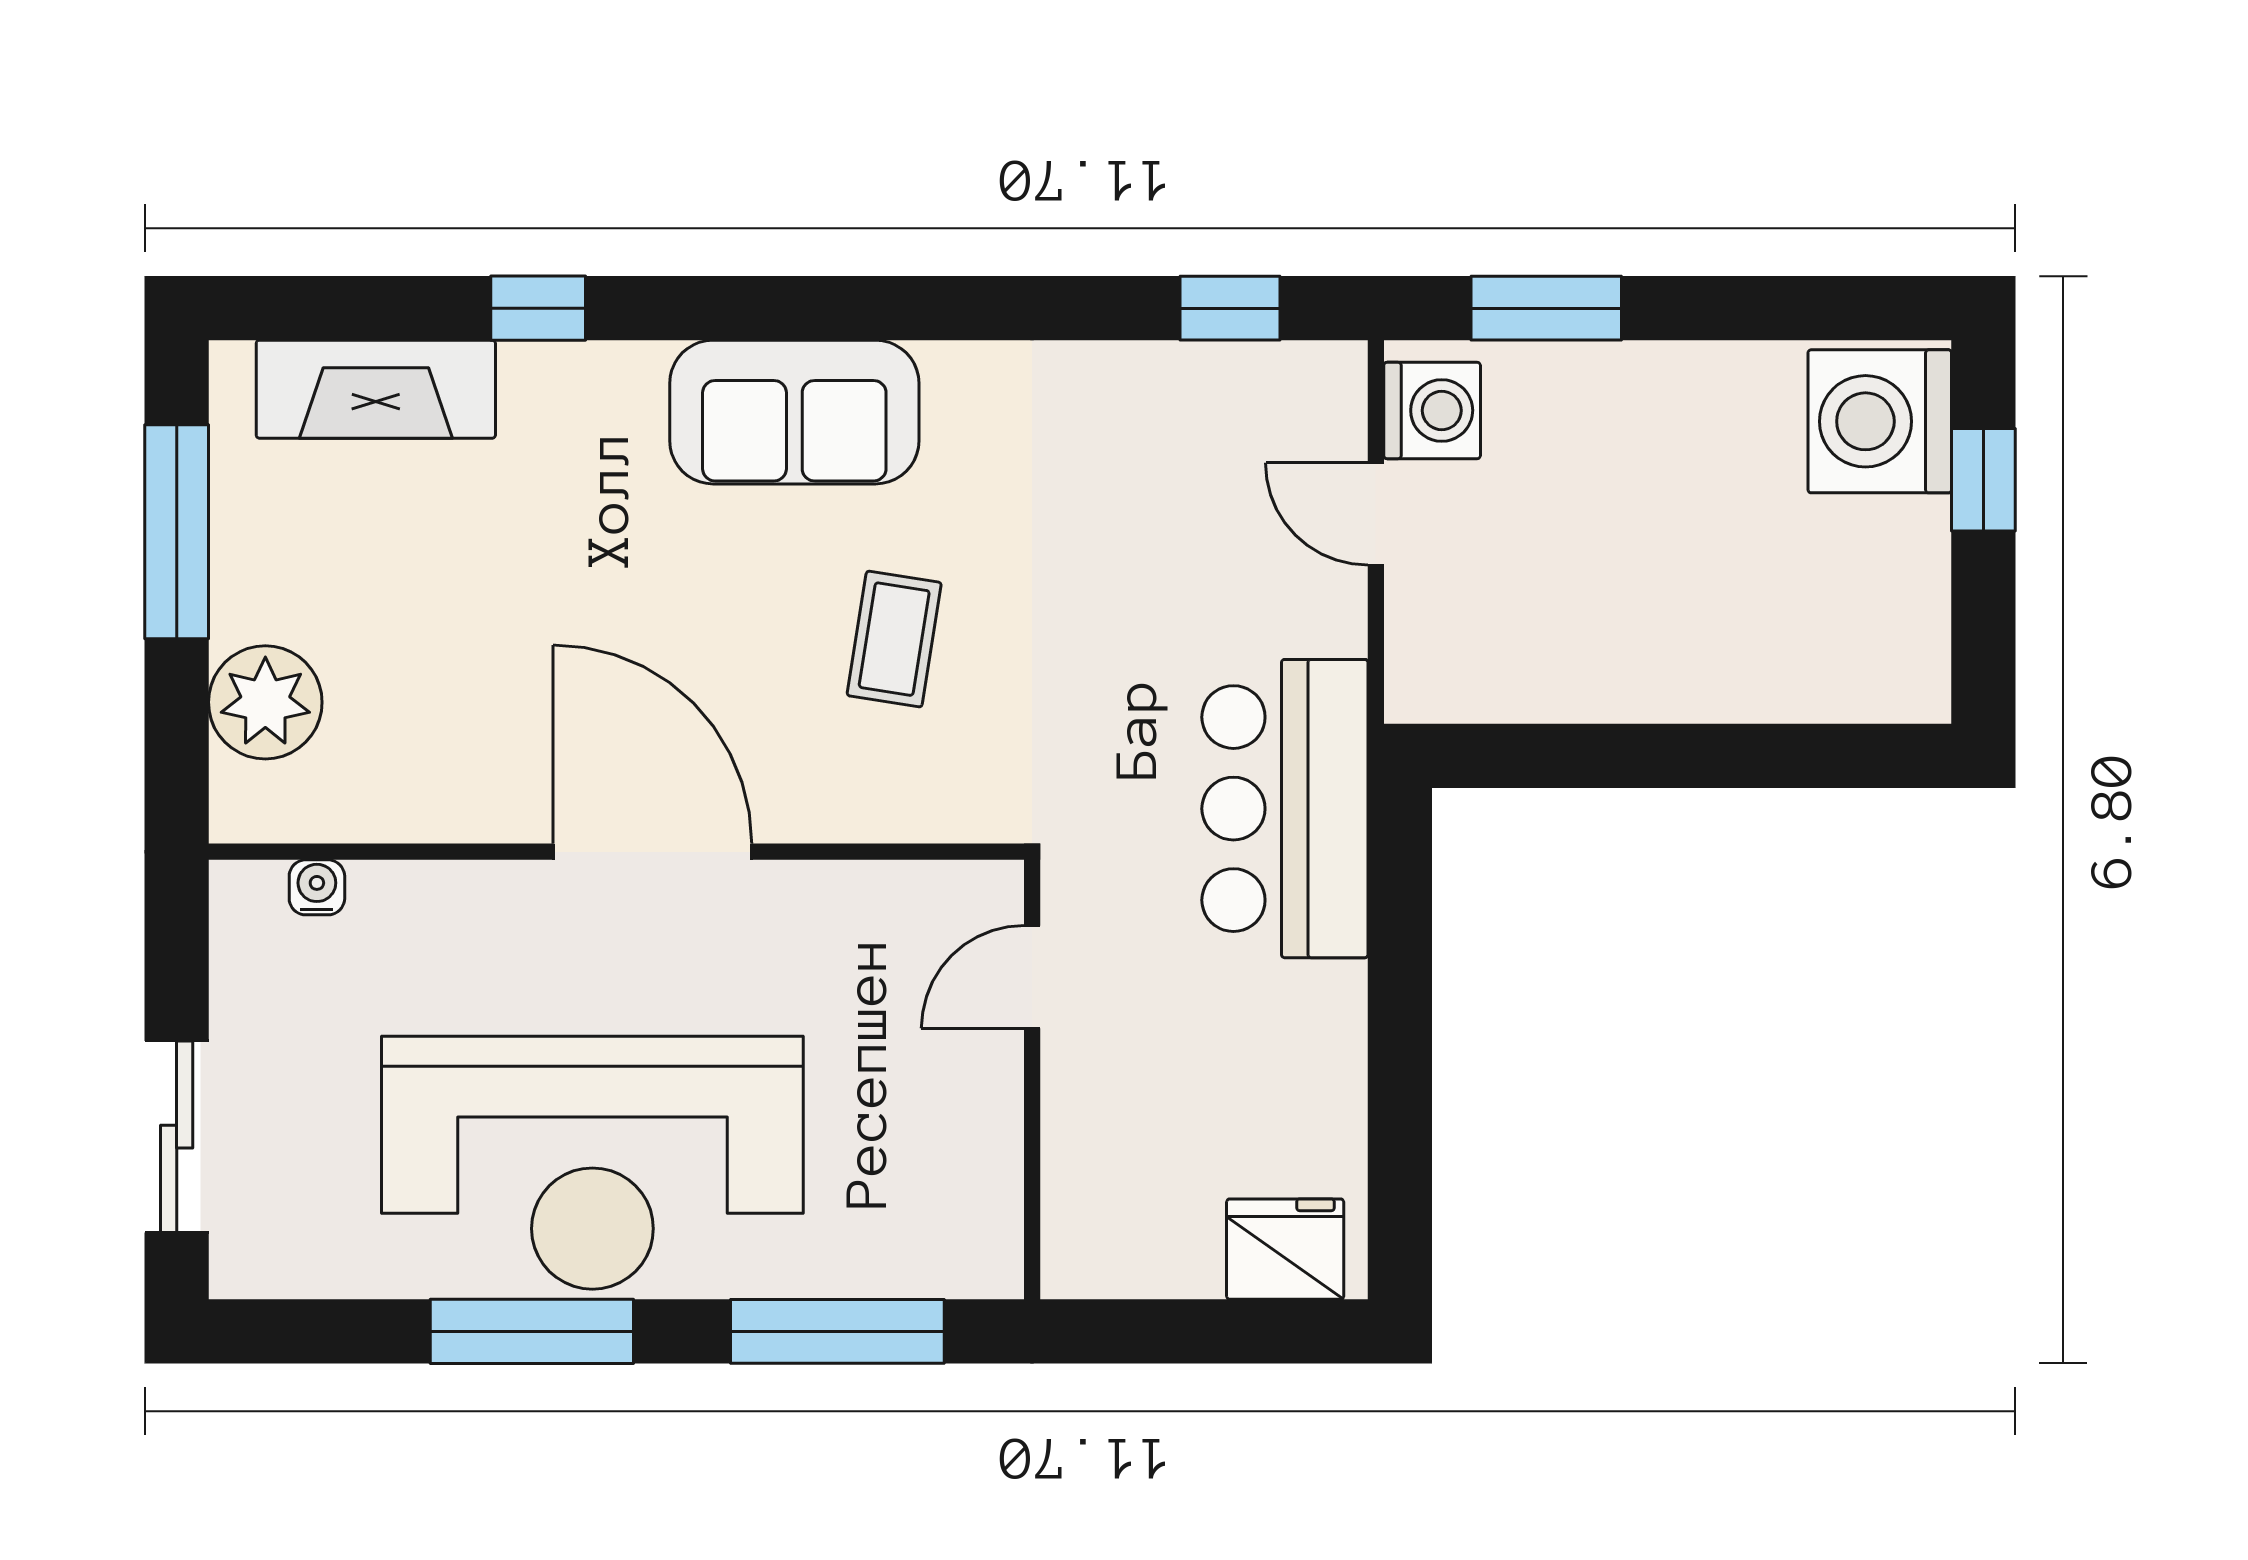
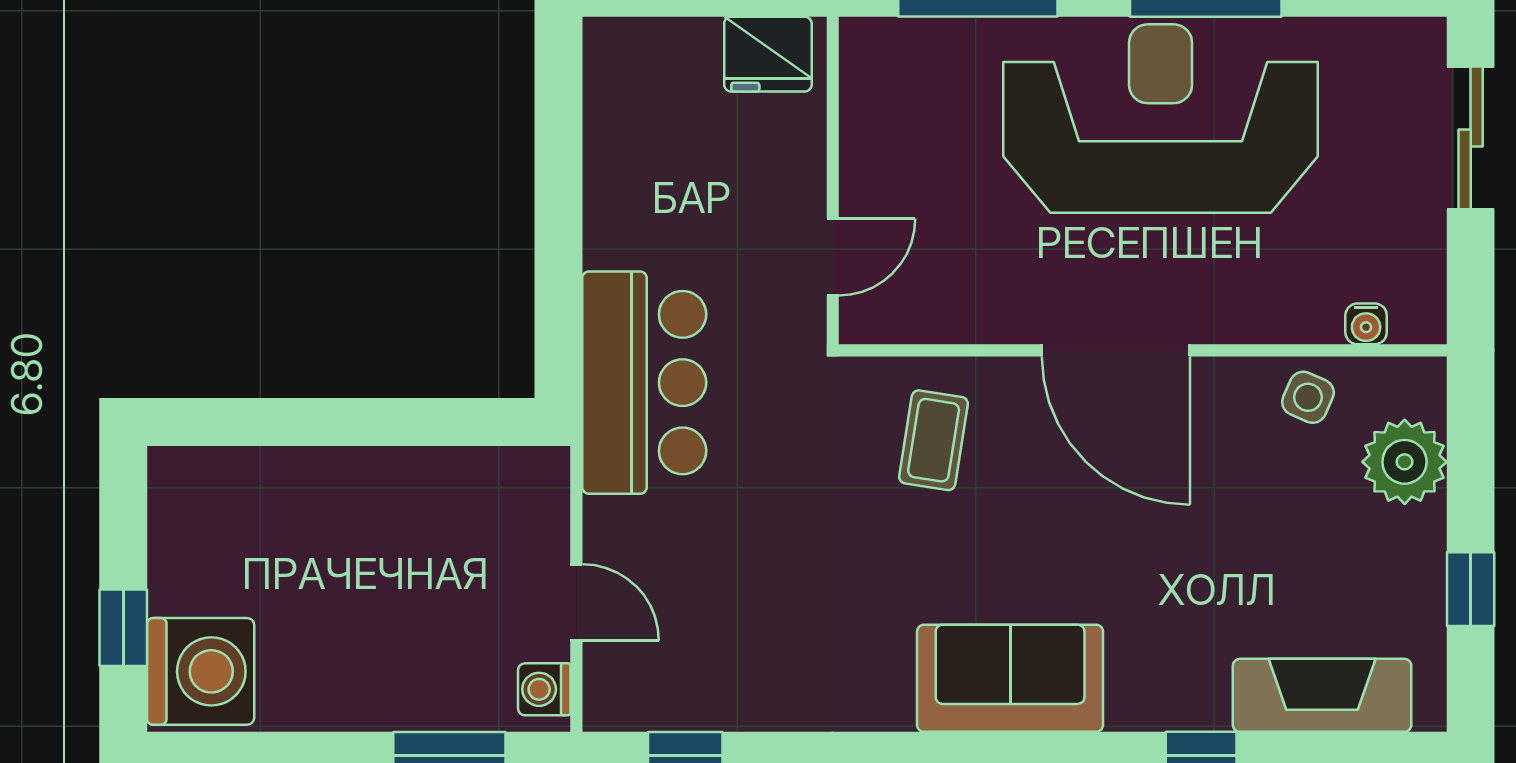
washing machine: (1432, 410) -> (544, 689), width x0.73, depth x0.73
window: (177, 532) -> (1471, 589), width x0.46
coffee table: (894, 639) -> (934, 440), moved
side table: (395, 789) -> (1308, 397), added
fridge: (1285, 1249) -> (768, 54), moved

